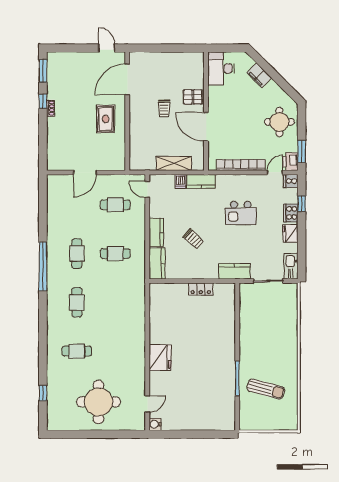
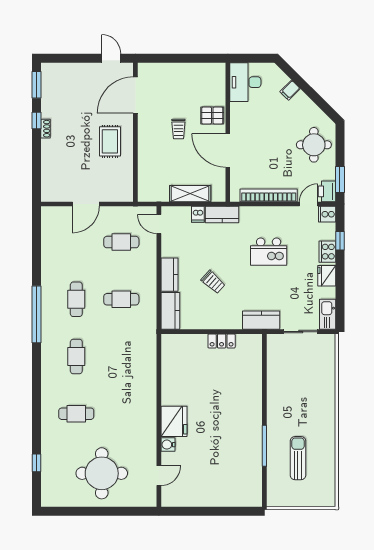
filing cabinet: (259, 75) -> (290, 90), width x0.50
sun lounger: (266, 389) -> (298, 458), turned -105
water cooler: (155, 424) -> (168, 445), moved

